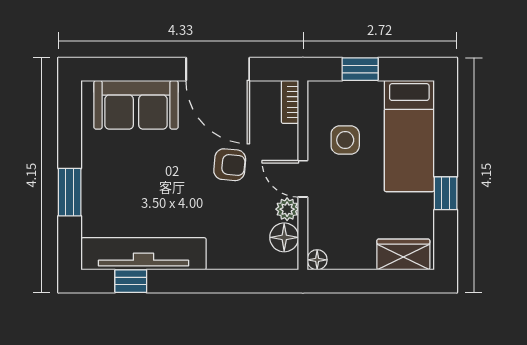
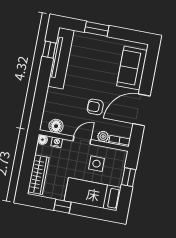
armchair: (230, 165) -> (95, 107), turned 85
plant: (287, 209) -> (103, 137), moved
nightstand: (317, 230) -> (57, 142), added
wardrobe: (403, 254) -> (38, 175), width x1.50

